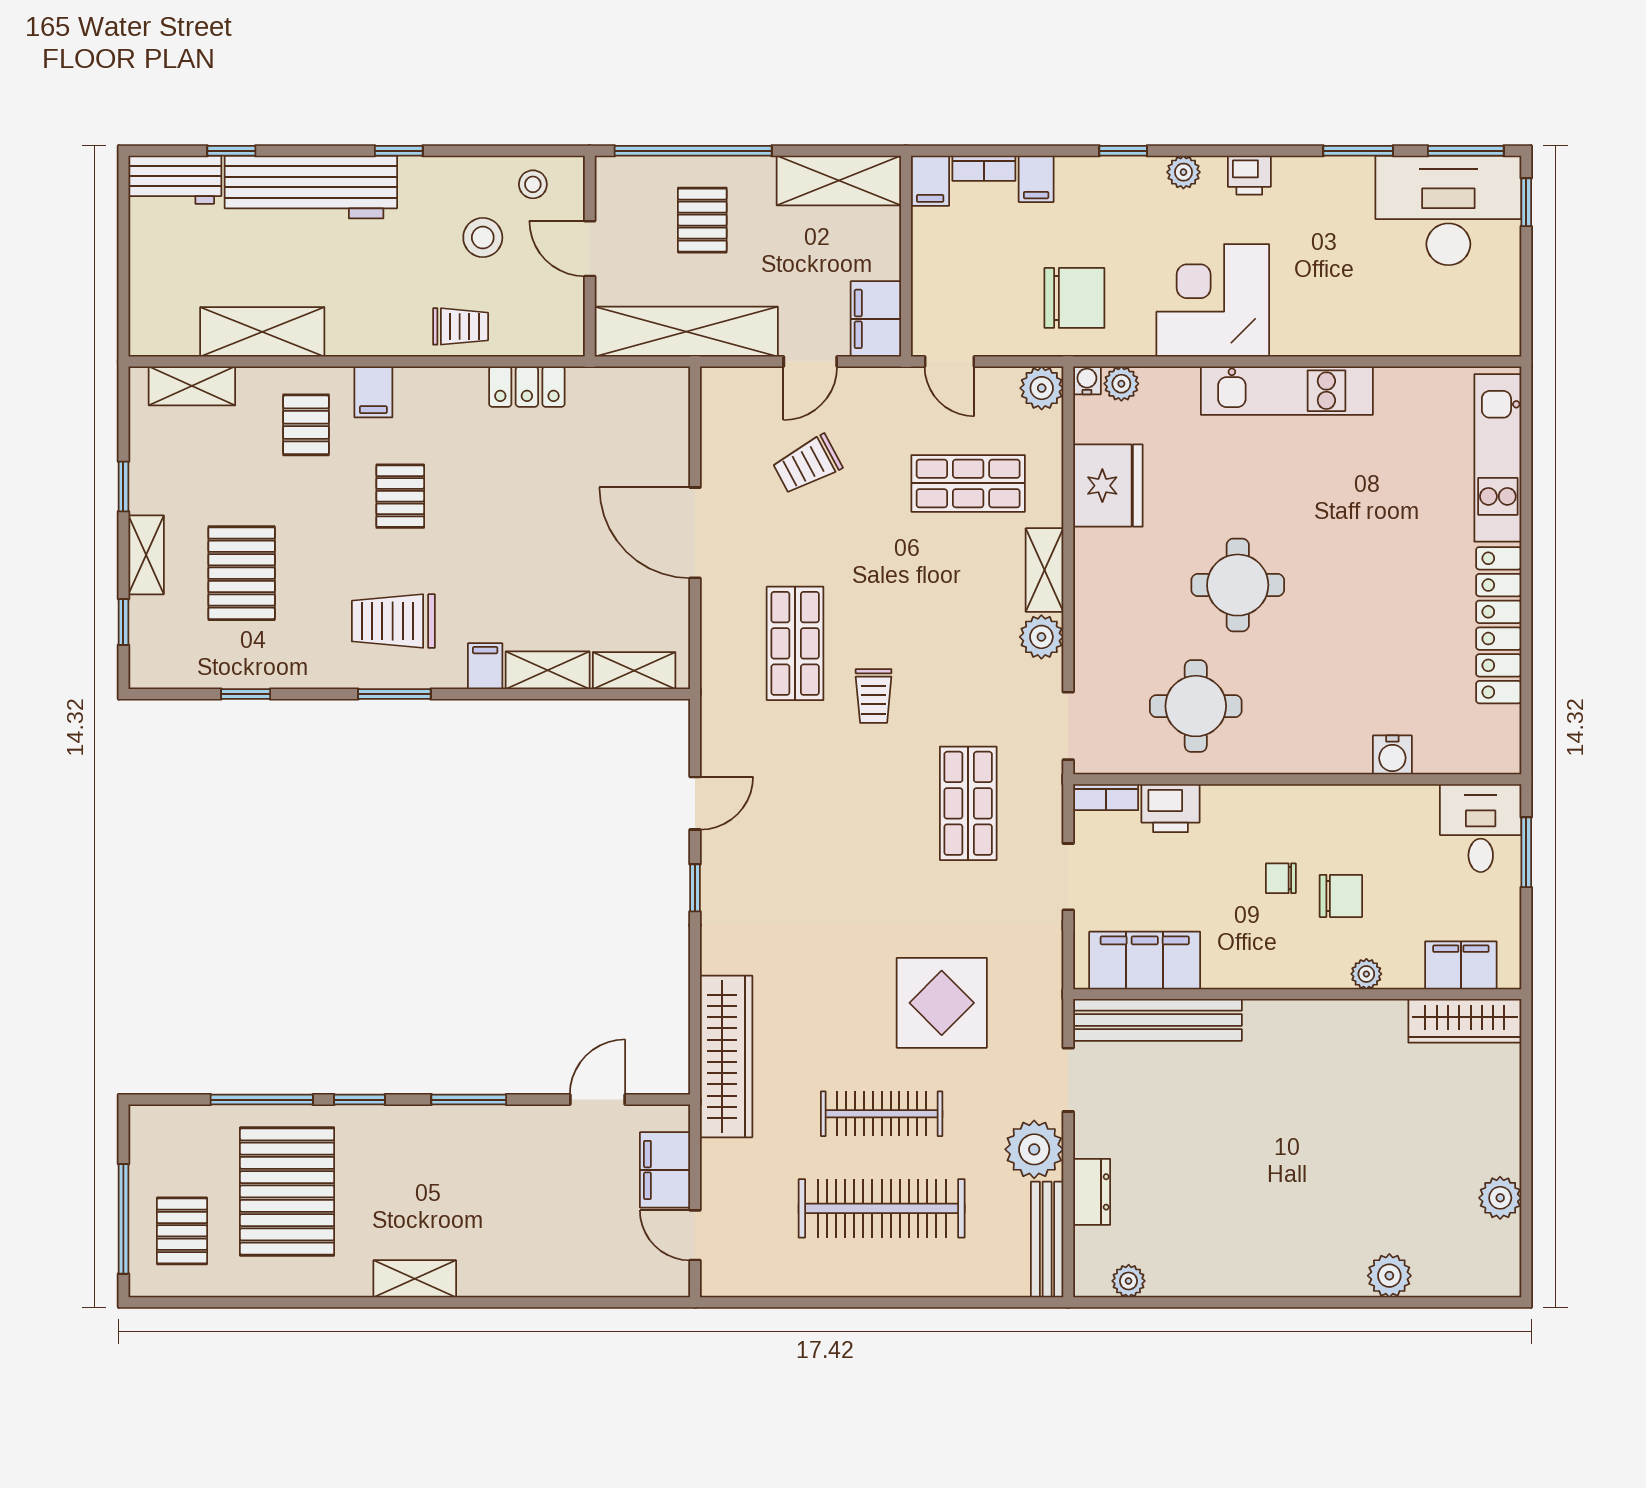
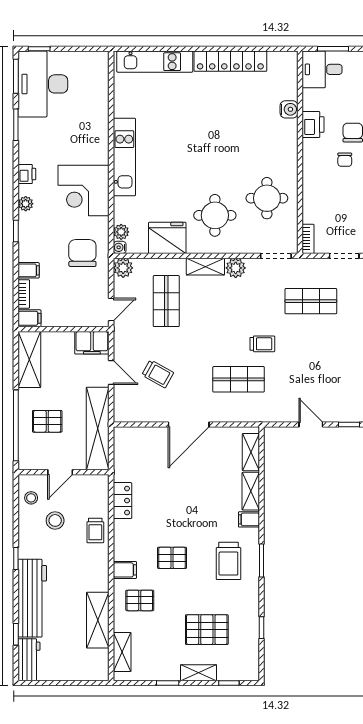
trolley: (461, 326) -> (95, 531), turned 180
trolley: (807, 464) -> (158, 374), turned -33
round table: (1238, 585) -> (215, 215), moved
printer: (1170, 808) -> (313, 125), moved

